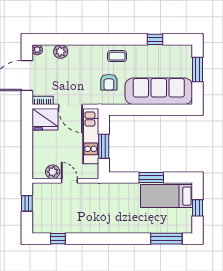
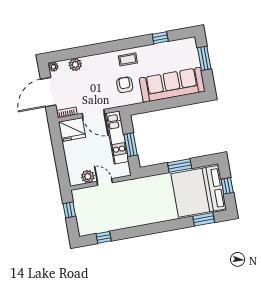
armchair: (109, 82) -> (125, 85), turned 180
bed: (166, 196) -> (199, 191), width x2.04
window: (166, 239) -> (204, 219), width x0.69

